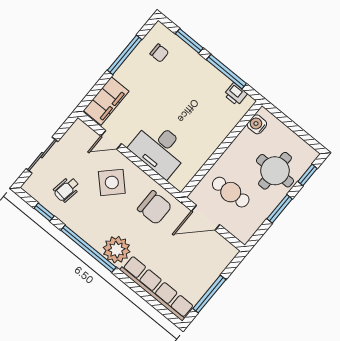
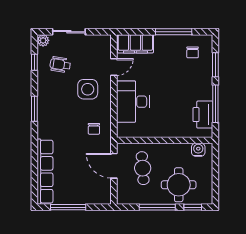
printer: (236, 94) -> (203, 115), width x1.87, depth x1.48
door: (111, 140) -> (114, 67), swing flipped
side table: (112, 182) -> (88, 89), turned 45
chair: (155, 208) -> (94, 129), width x0.54, depth x0.54
window: (280, 209) -> (157, 207), width x1.44
window: (88, 249) -> (34, 109), width x0.47
plant: (117, 250) -> (43, 40), moved, width x0.53, depth x0.53

